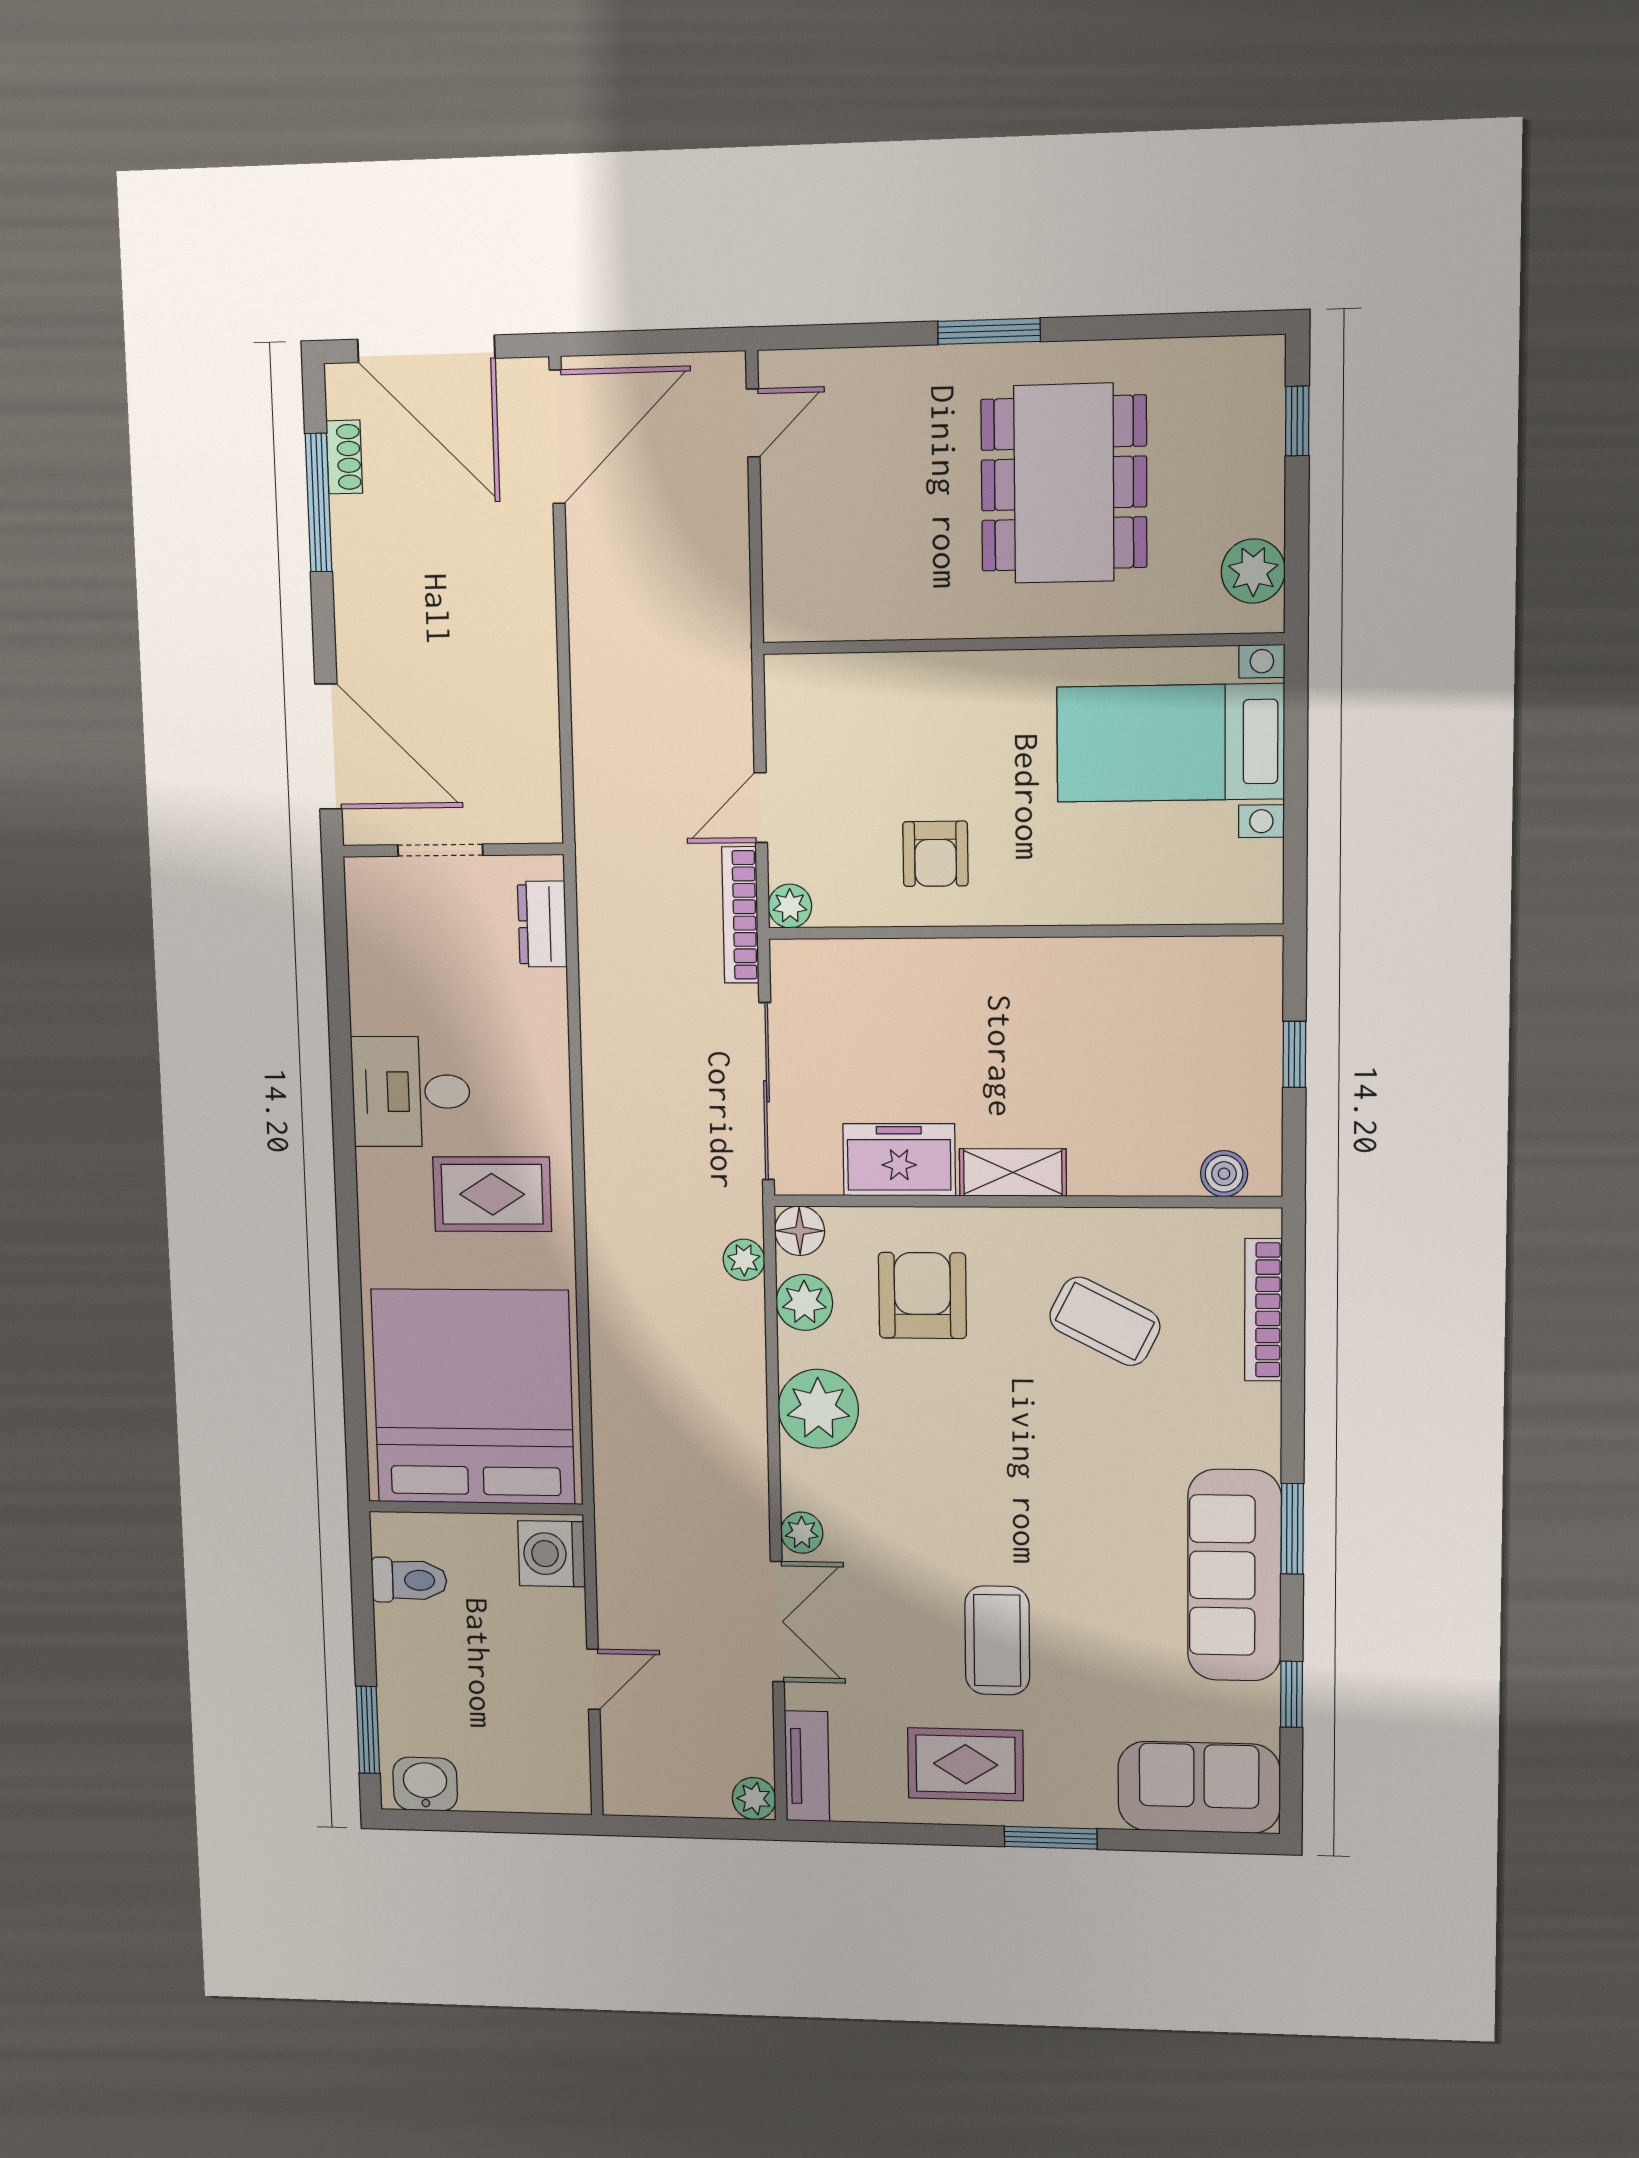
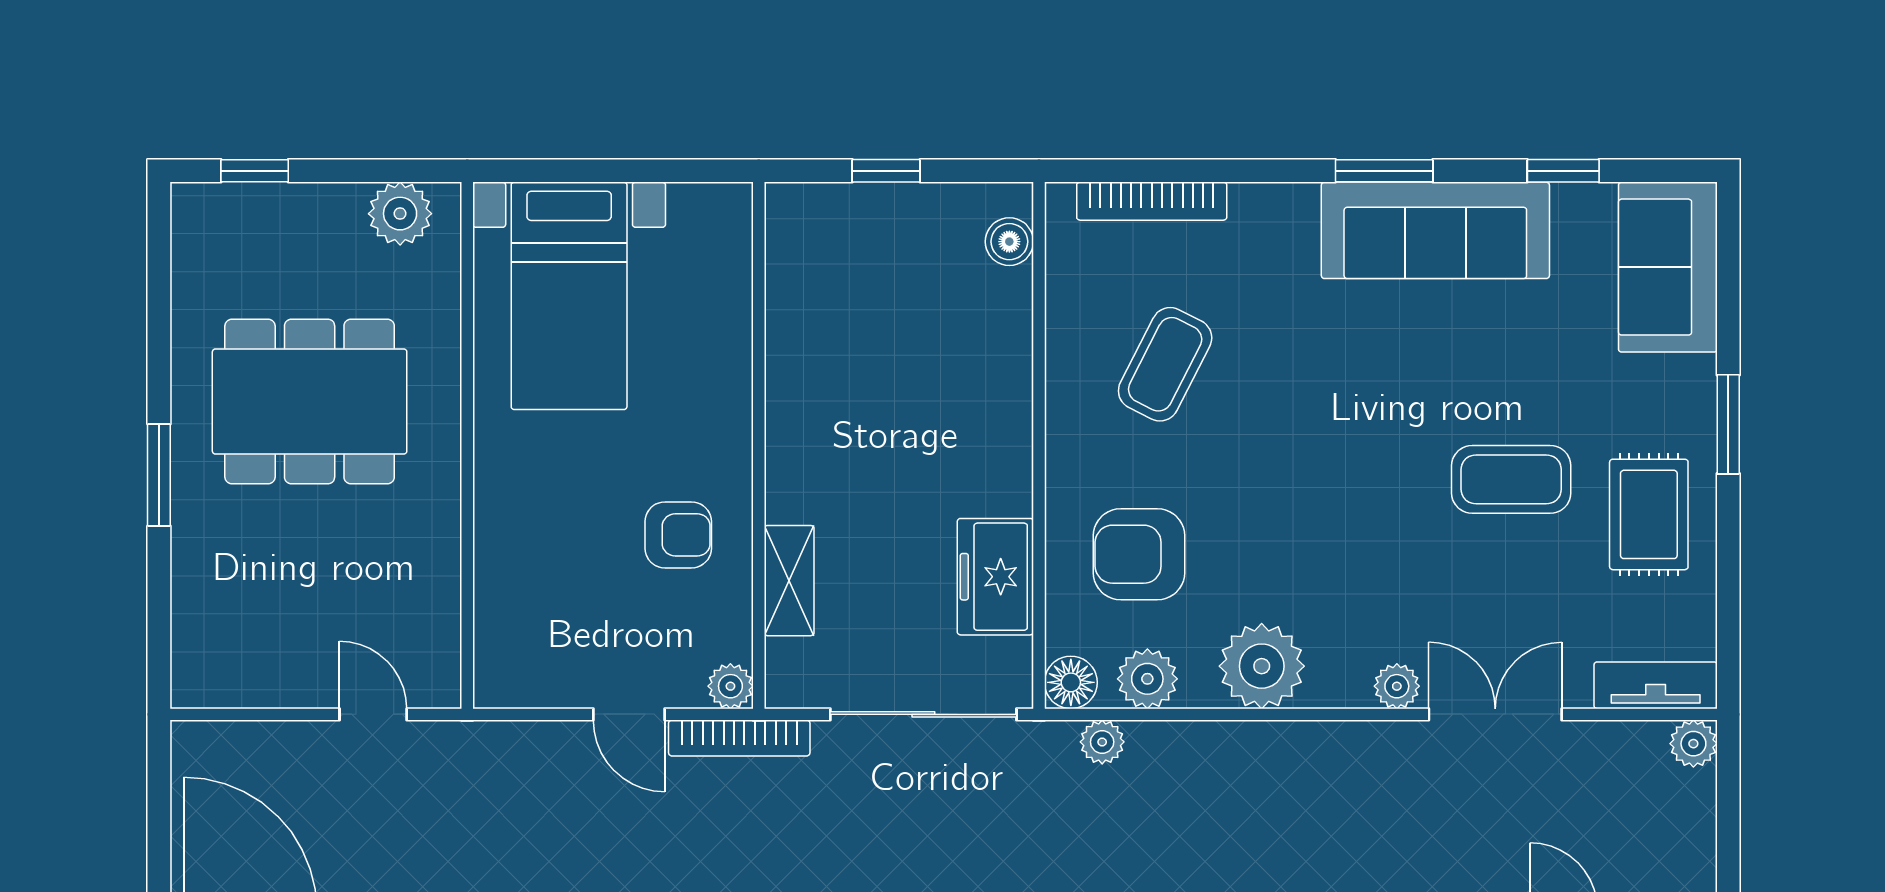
door: (753, 423) -> (373, 714), moved
shelving: (1013, 1172) -> (789, 581), moved

